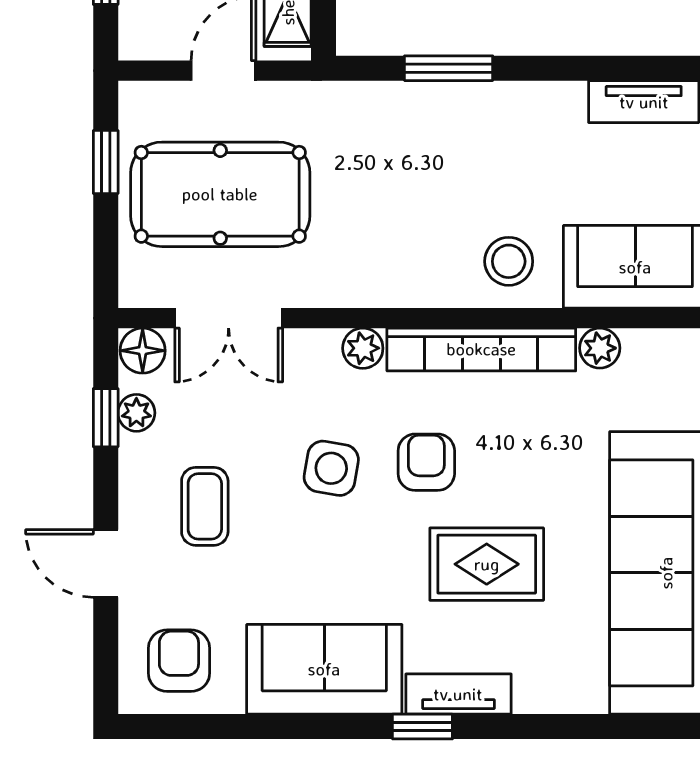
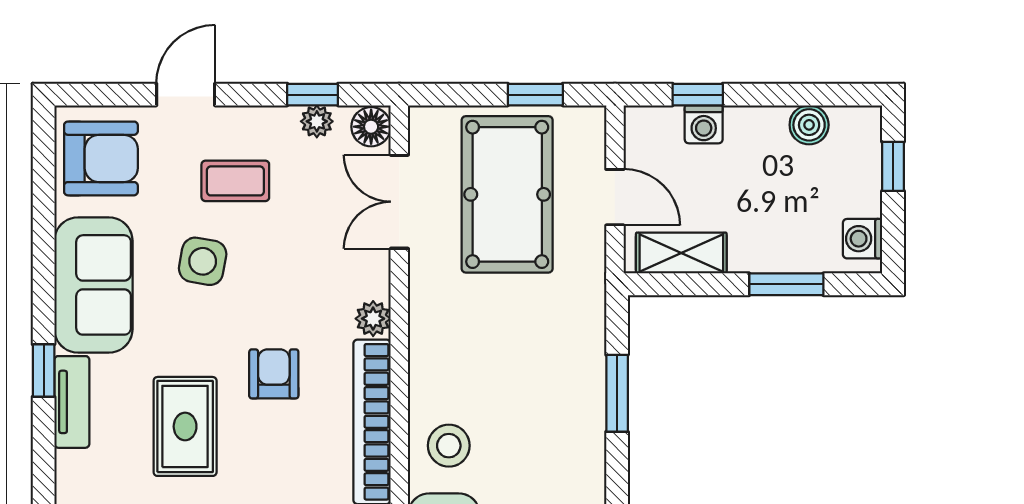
armchair: (426, 462) -> (274, 374), turned -90
side table: (331, 468) -> (203, 261), moved
armchair: (179, 661) -> (101, 158), width x1.38, depth x1.38

